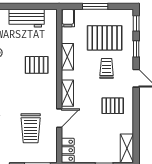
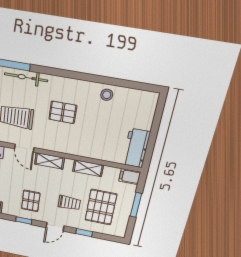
workbench: (27, 18) -> (136, 148), moved
window: (136, 23) -> (24, 220), moved
pallet: (37, 65) -> (63, 112), moved, turned 90

